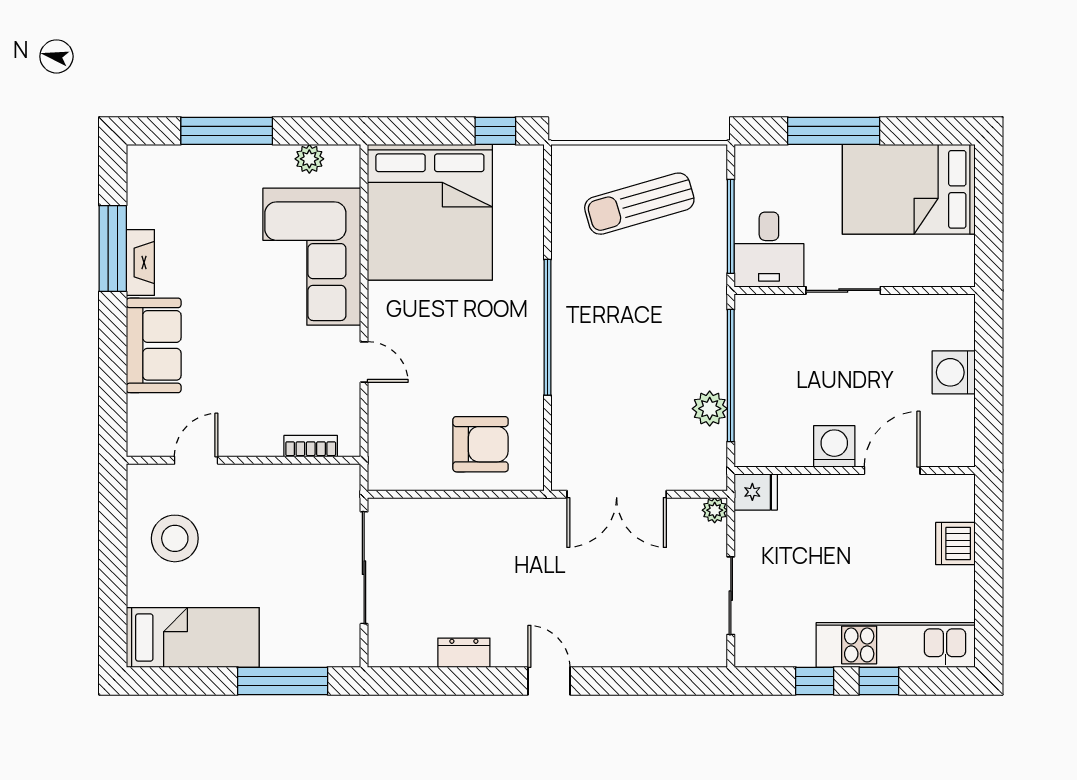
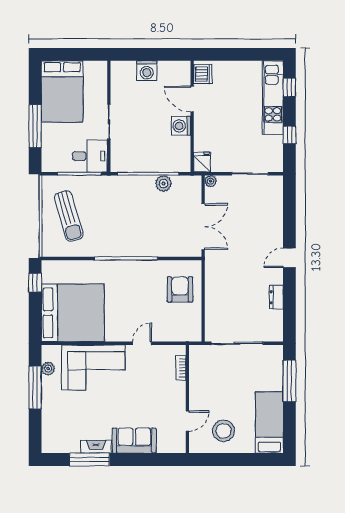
window: (227, 131) -> (35, 388), moved
door: (196, 460) -> (187, 421), swing flipped
dishwasher: (955, 544) -> (203, 74), moved, turned -90
window: (879, 681) -> (289, 88), moved

